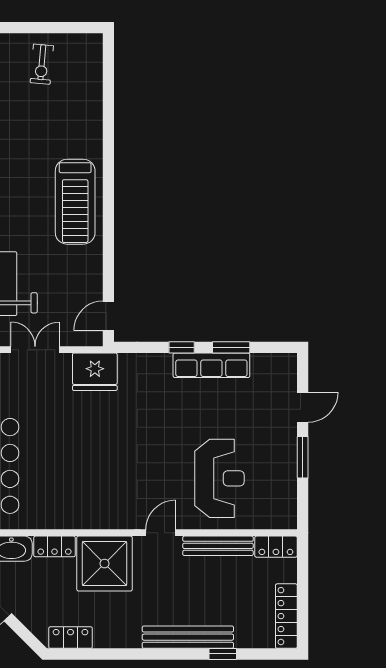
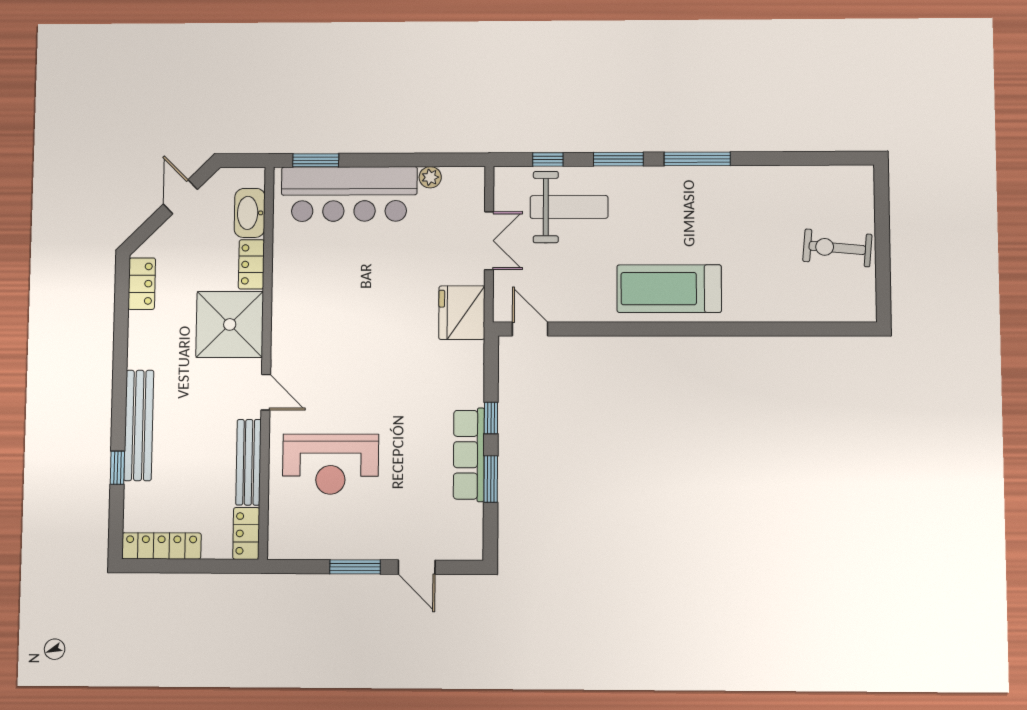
exercise bike: (42, 64) -> (837, 248), width x1.38, depth x1.39

